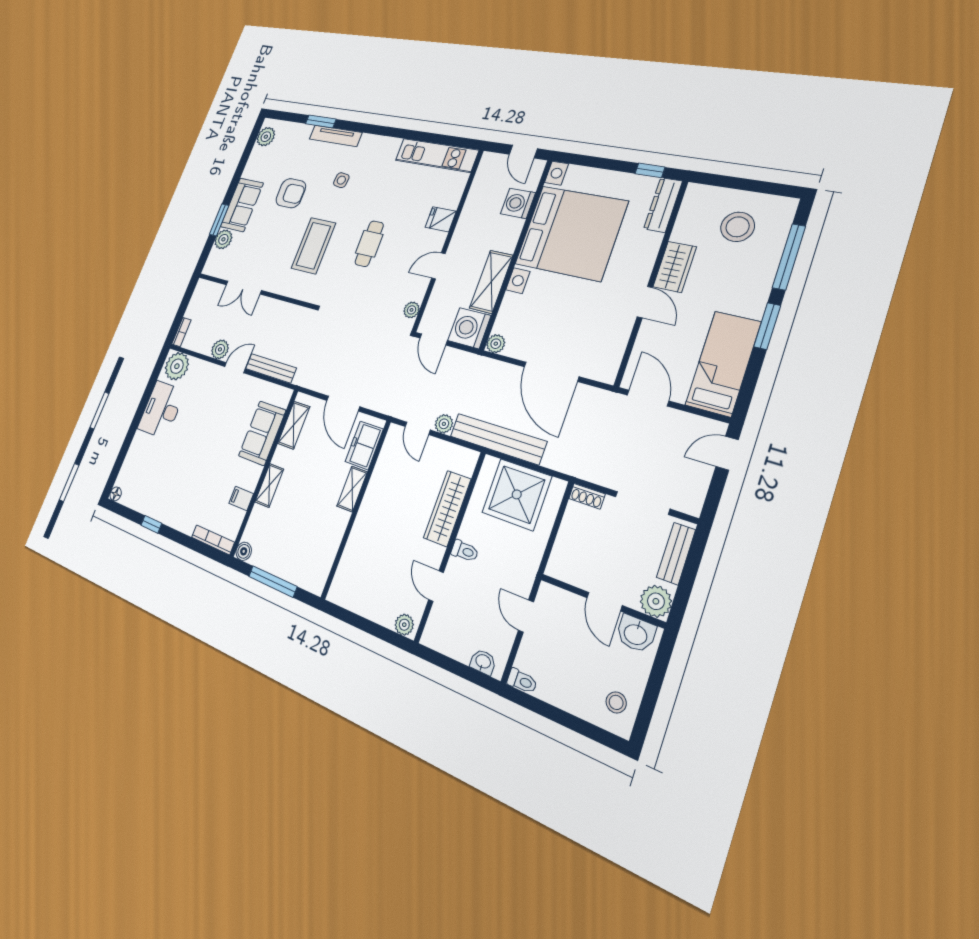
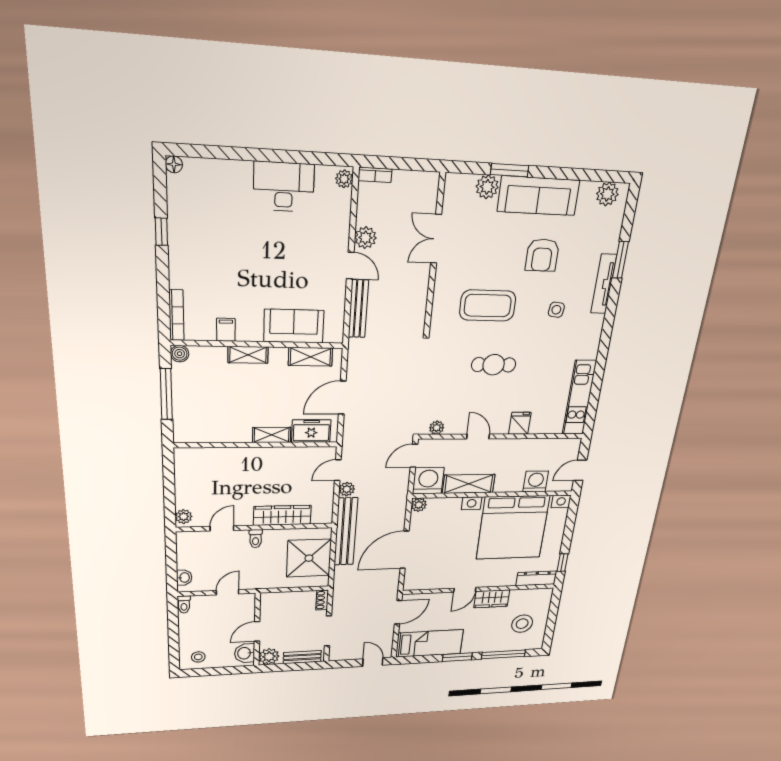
sofa: (242, 205) -> (538, 196), width x1.36
plant: (177, 366) -> (344, 179), width x0.53, depth x0.53

